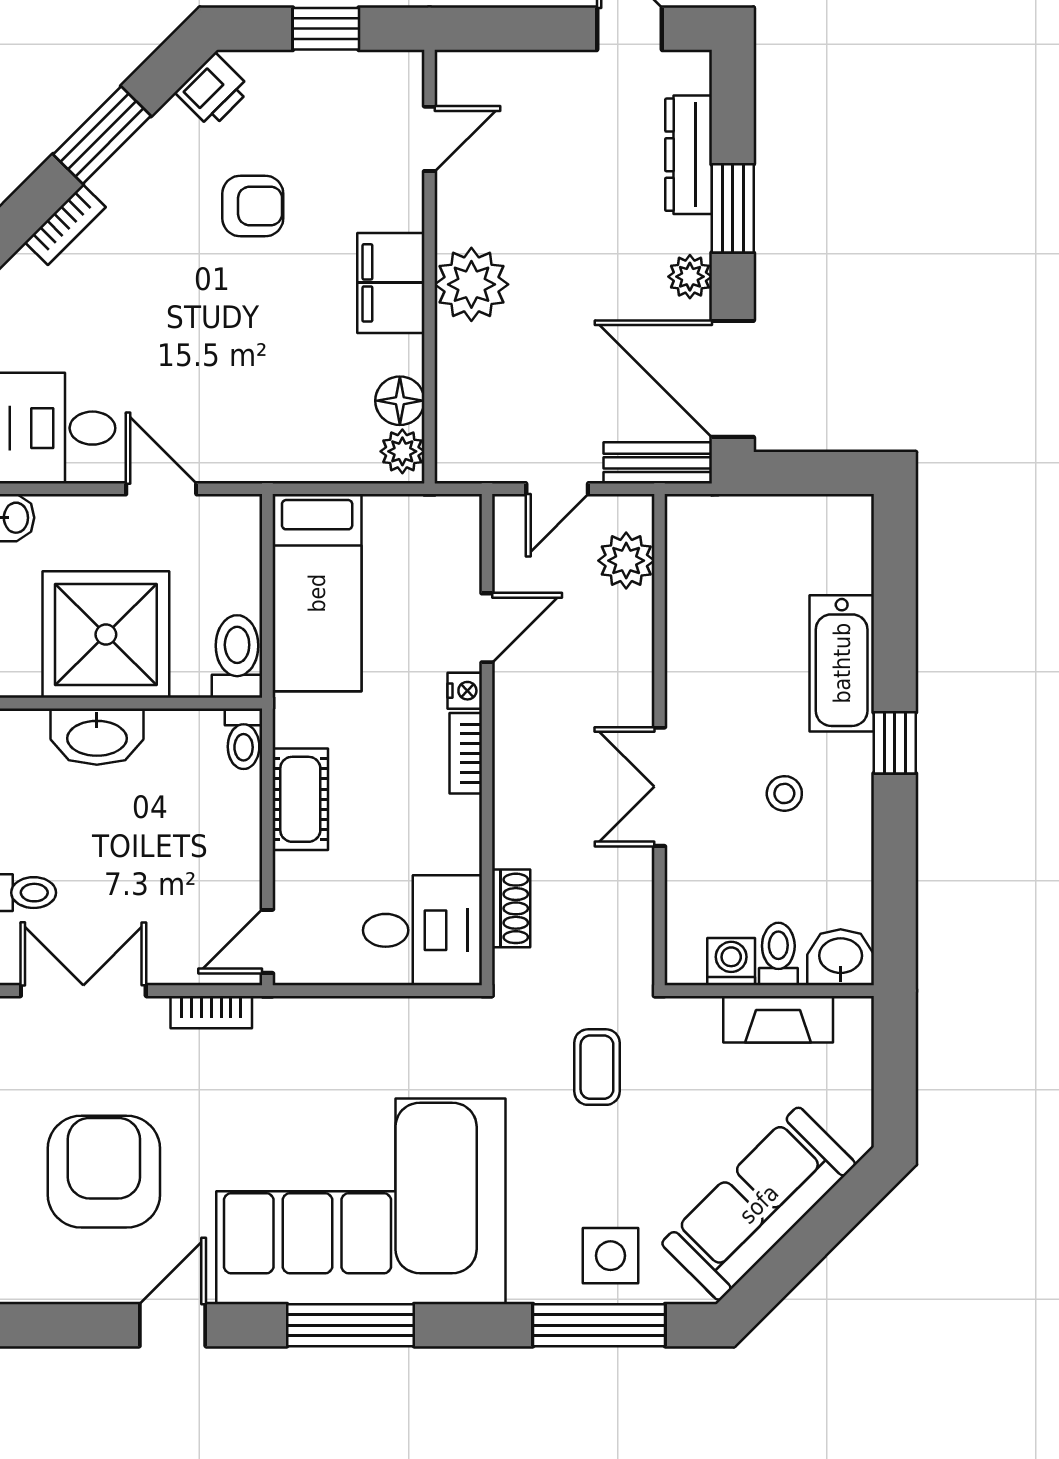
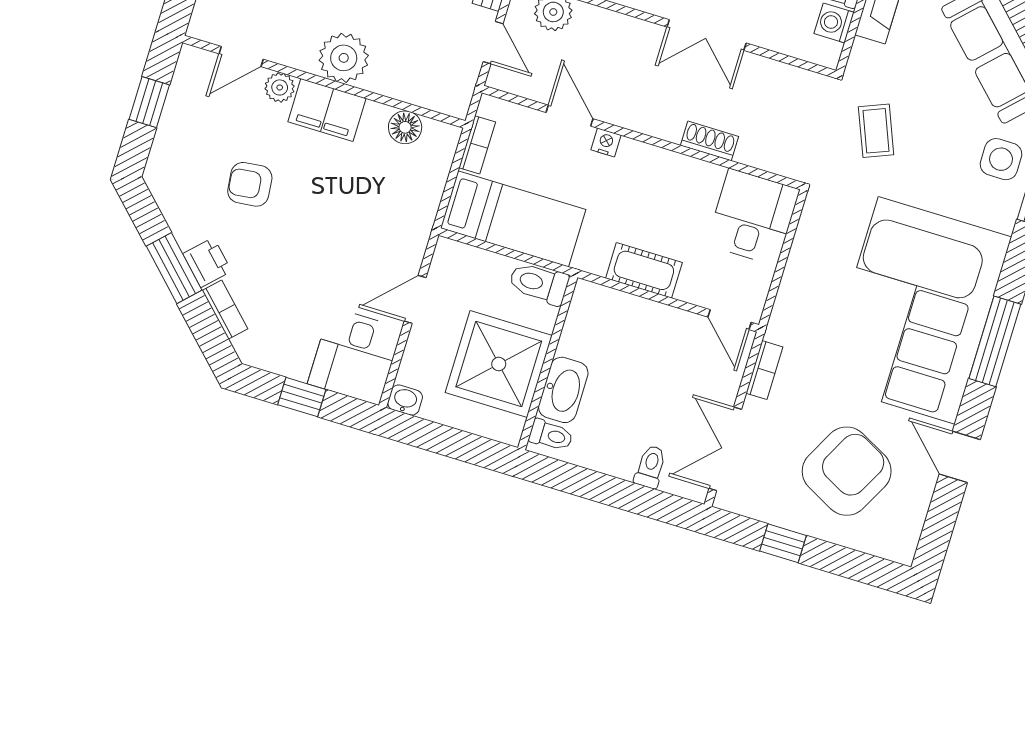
printer: (213, 90) -> (207, 262), moved
door: (430, 139) -> (241, 56), swing flipped
armchair: (253, 206) -> (250, 184), turned -96
plant: (402, 451) -> (280, 87), moved
toilet: (244, 739) -> (551, 435), moved
bookcase: (466, 753) -> (477, 145), moved, turned -90
shoe rack: (511, 908) -> (709, 141), moved
coffee table: (597, 1067) -> (876, 131), turned 68
armchair: (104, 1172) -> (847, 471), turned 118

